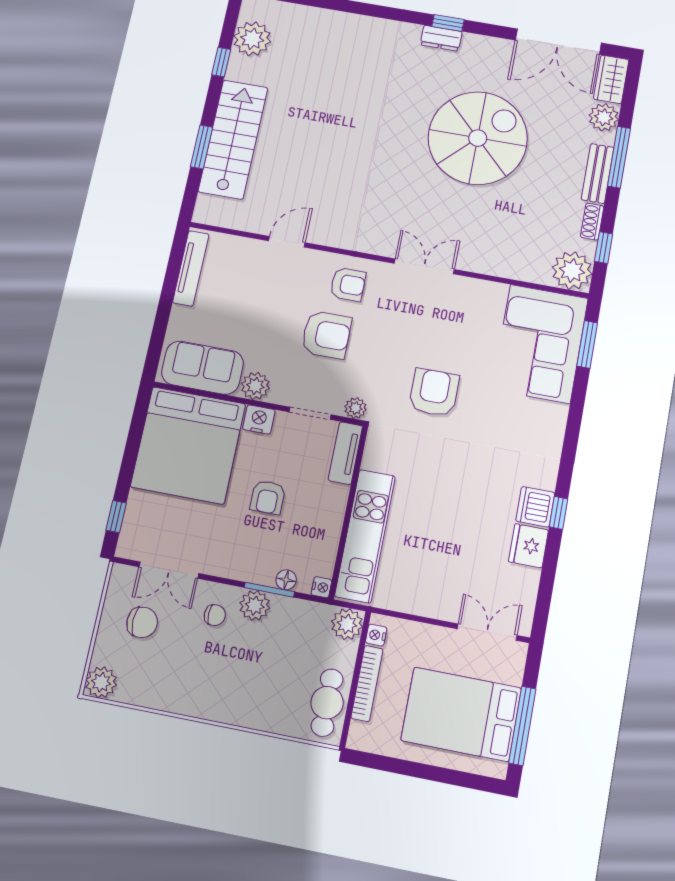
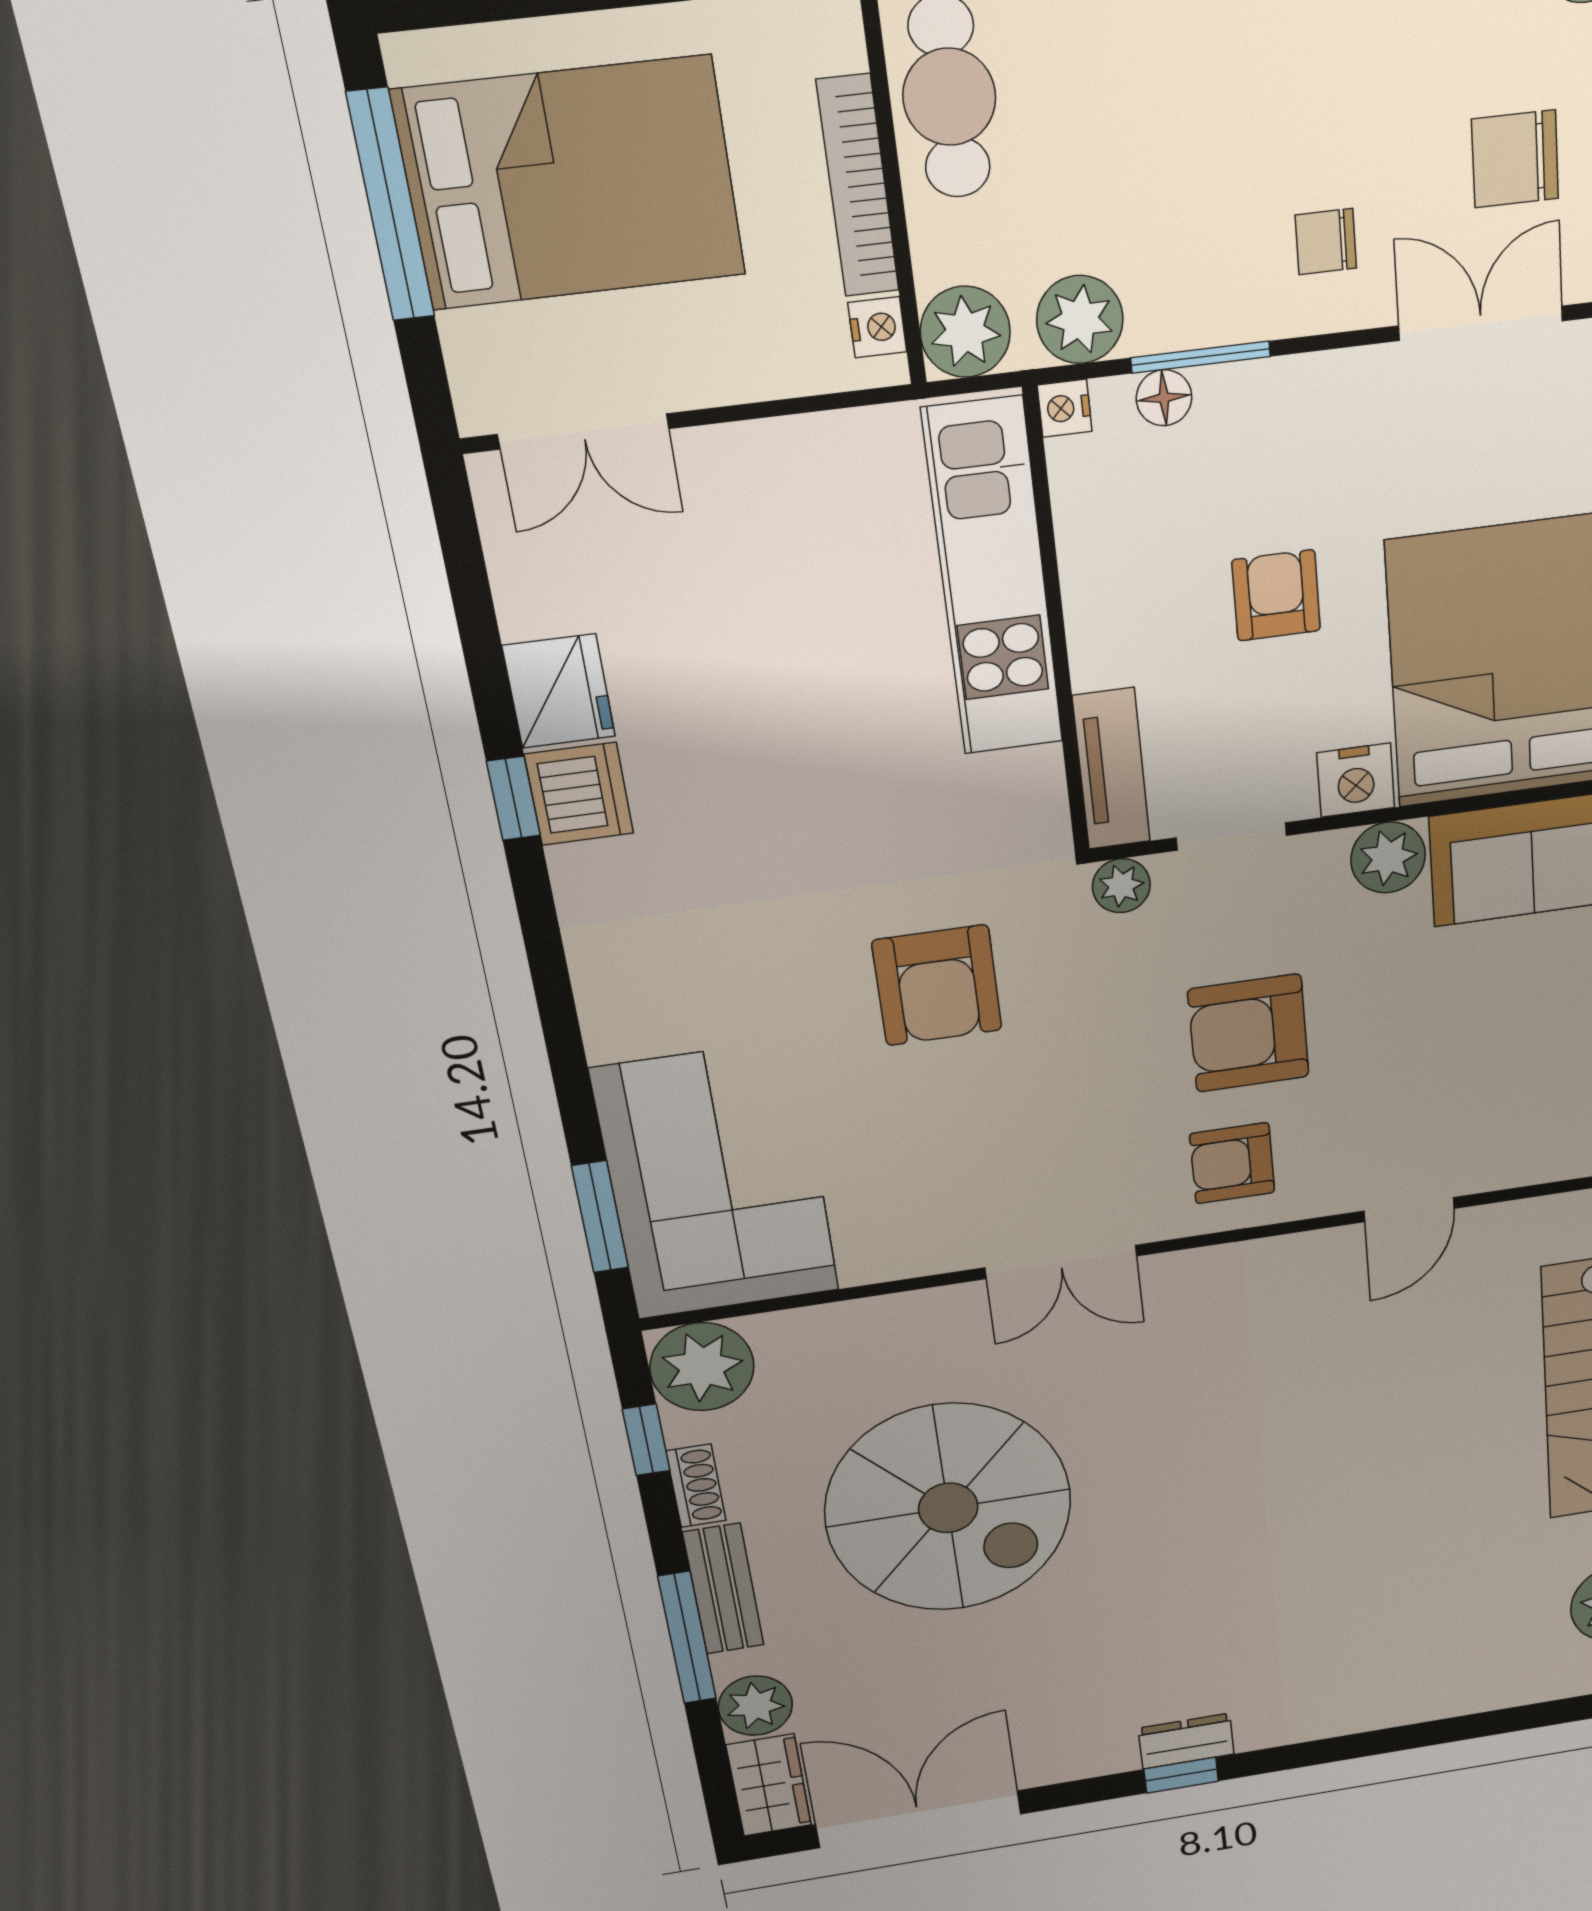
spiral stairs: (478, 138) -> (948, 1508), moved, turned -90
plant: (255, 606) -> (1080, 320), moved

